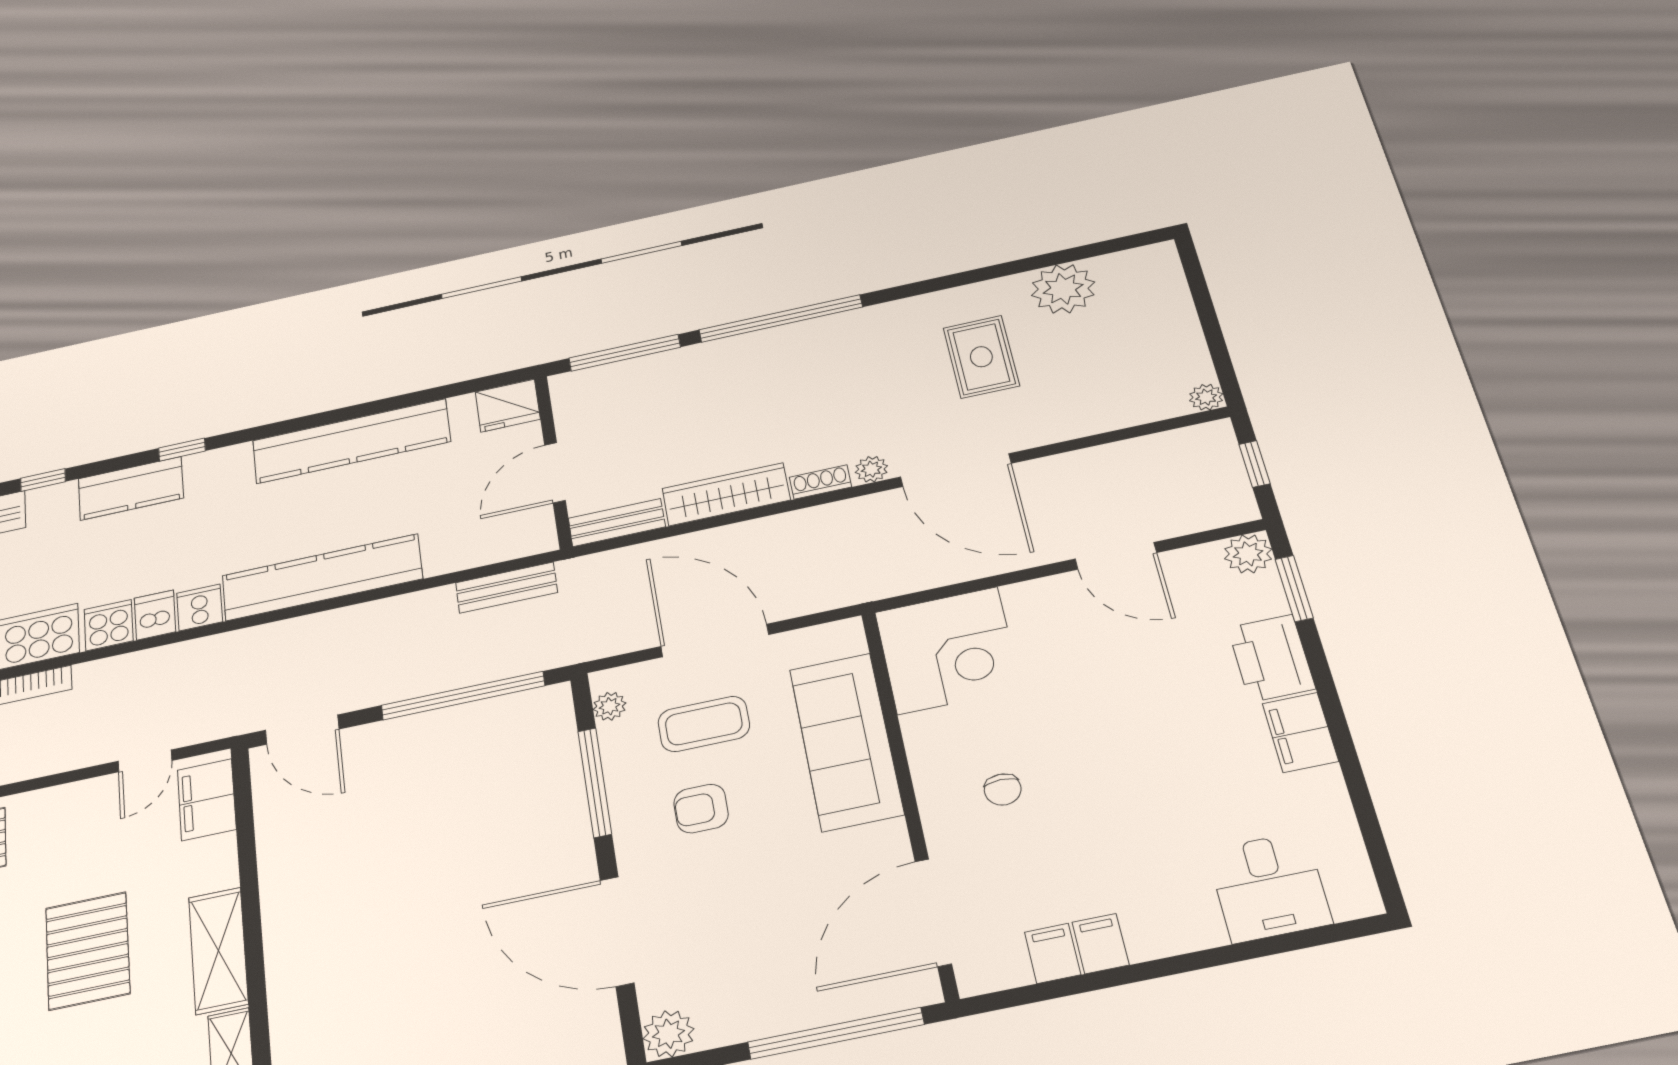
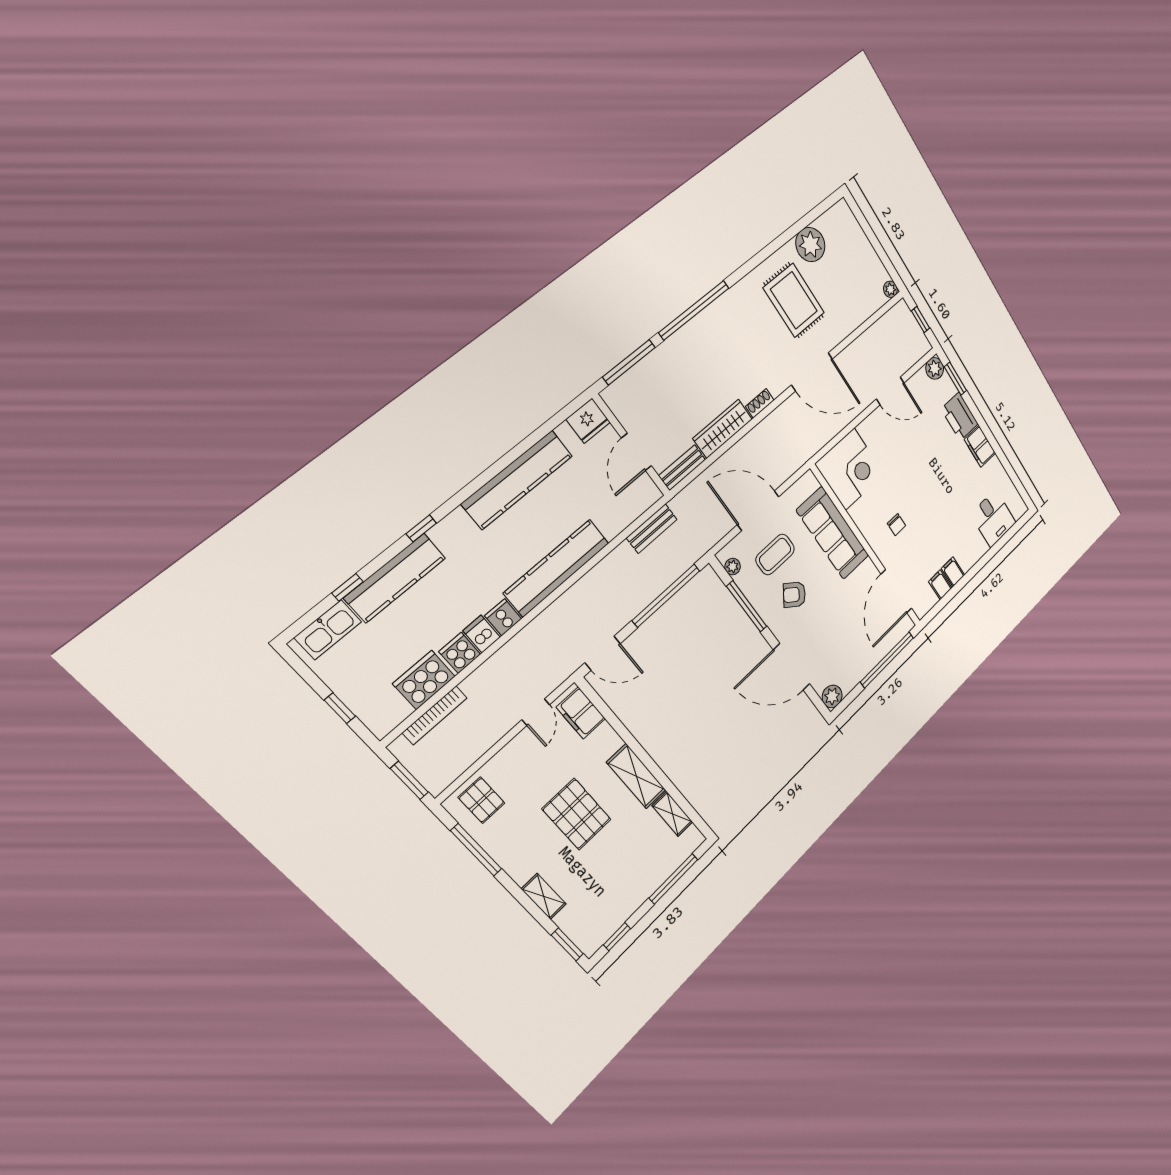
rug: (981, 357) -> (794, 300), width x1.36, depth x1.43
plant: (871, 469) -> (778, 386), removed
kitchen counter: (131, 488) -> (395, 578), width x1.50
armchair: (701, 809) -> (794, 595), turned 36

